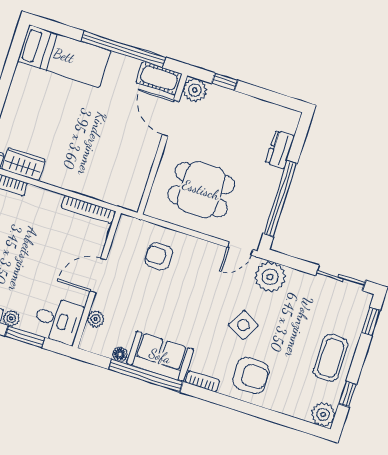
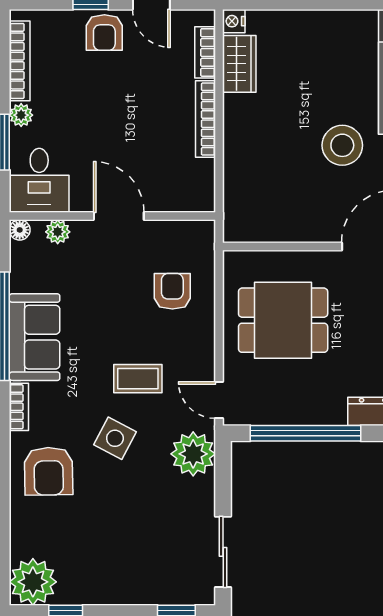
stool: (99, 114) -> (342, 145), added
dining table: (201, 190) -> (283, 320), turned 90
bookcase: (88, 209) -> (206, 119), moved
floor lamp: (120, 354) -> (20, 230), moved
coffee table: (331, 358) -> (138, 379), moved, width x0.73, depth x0.77
plant: (323, 414) -> (33, 582), width x1.36, depth x1.36

